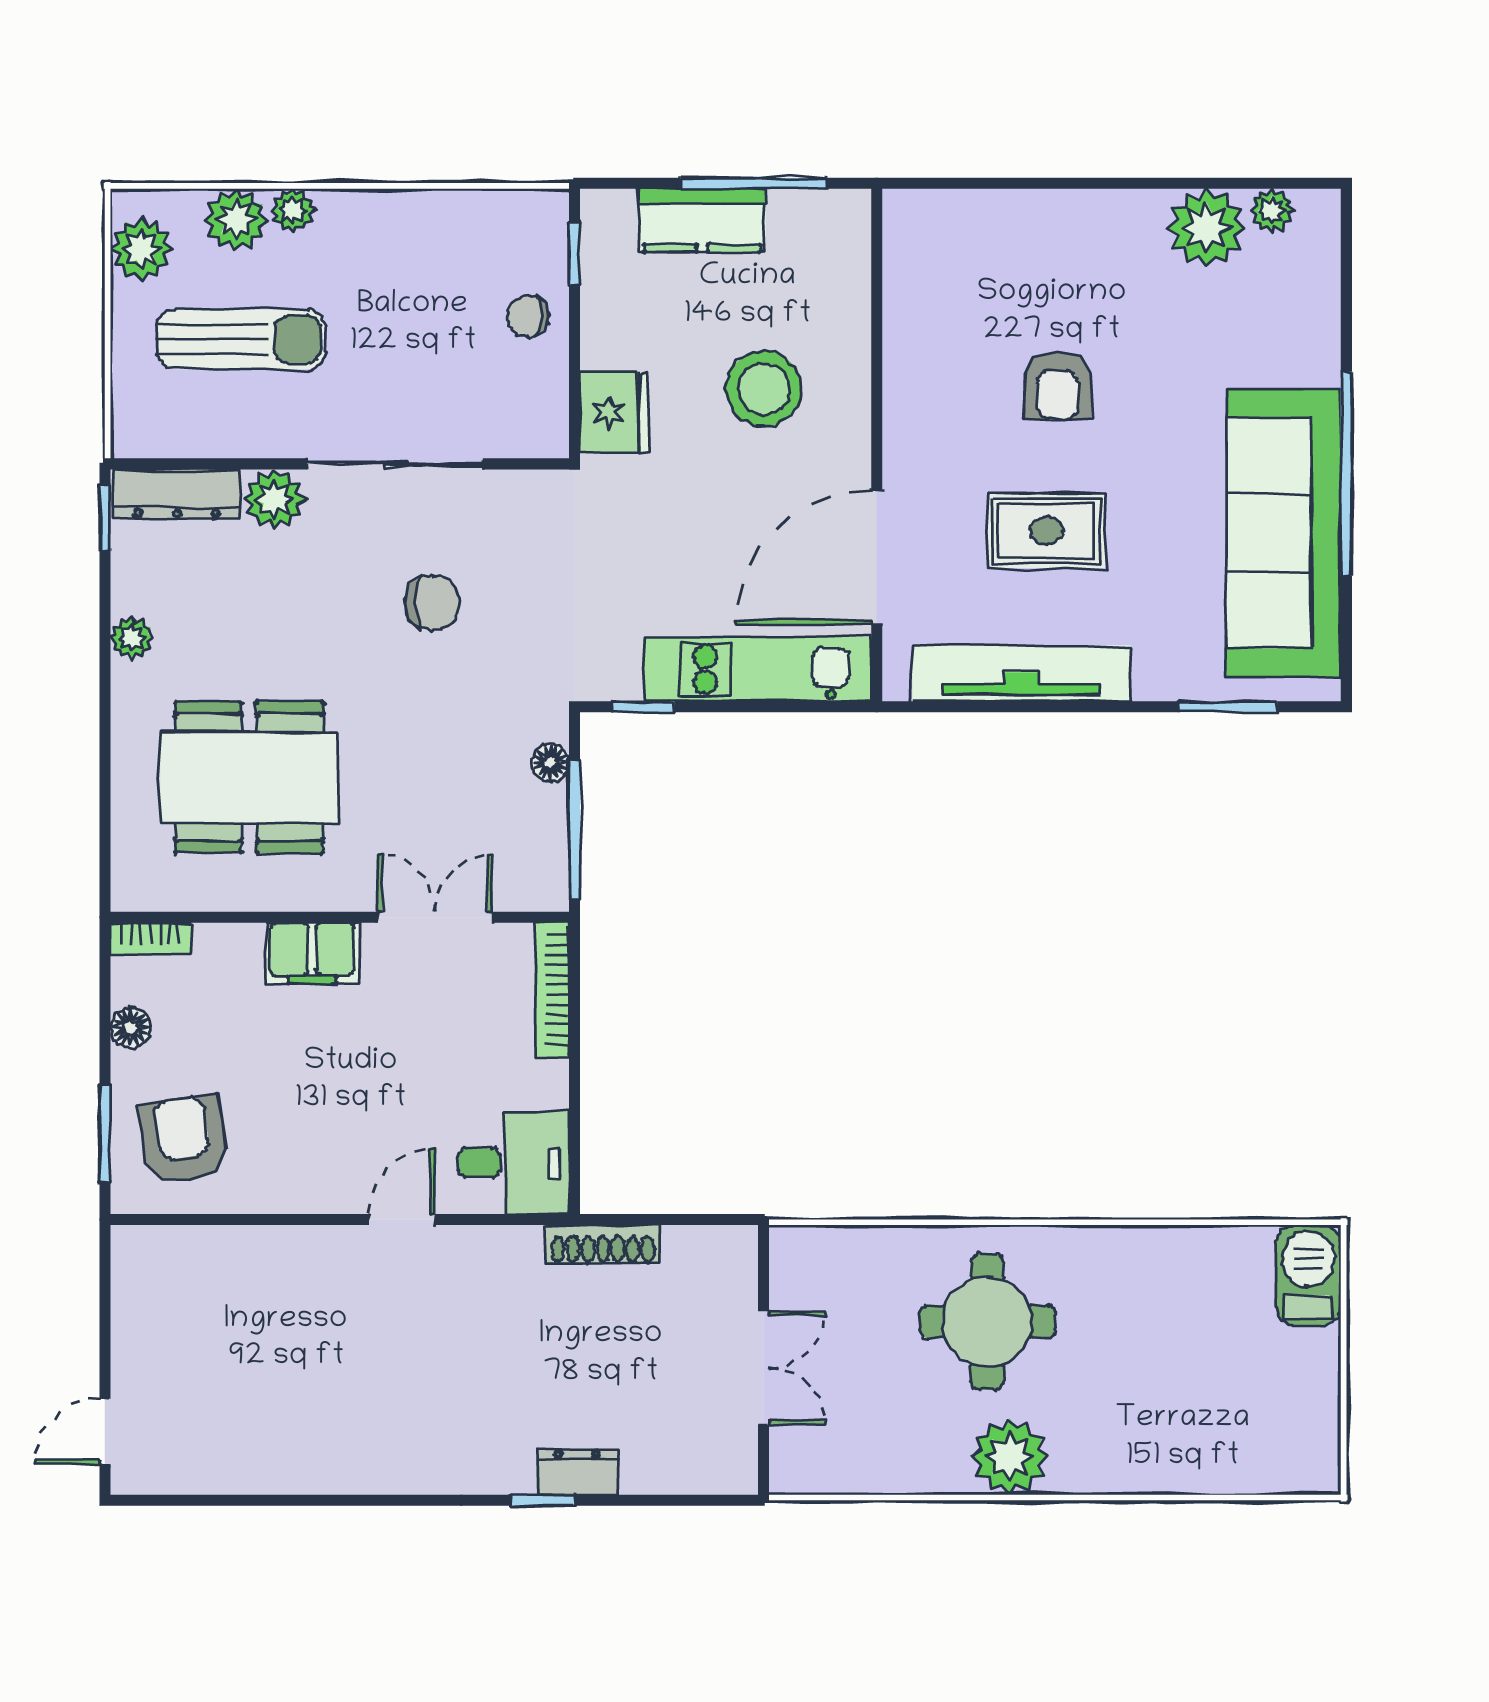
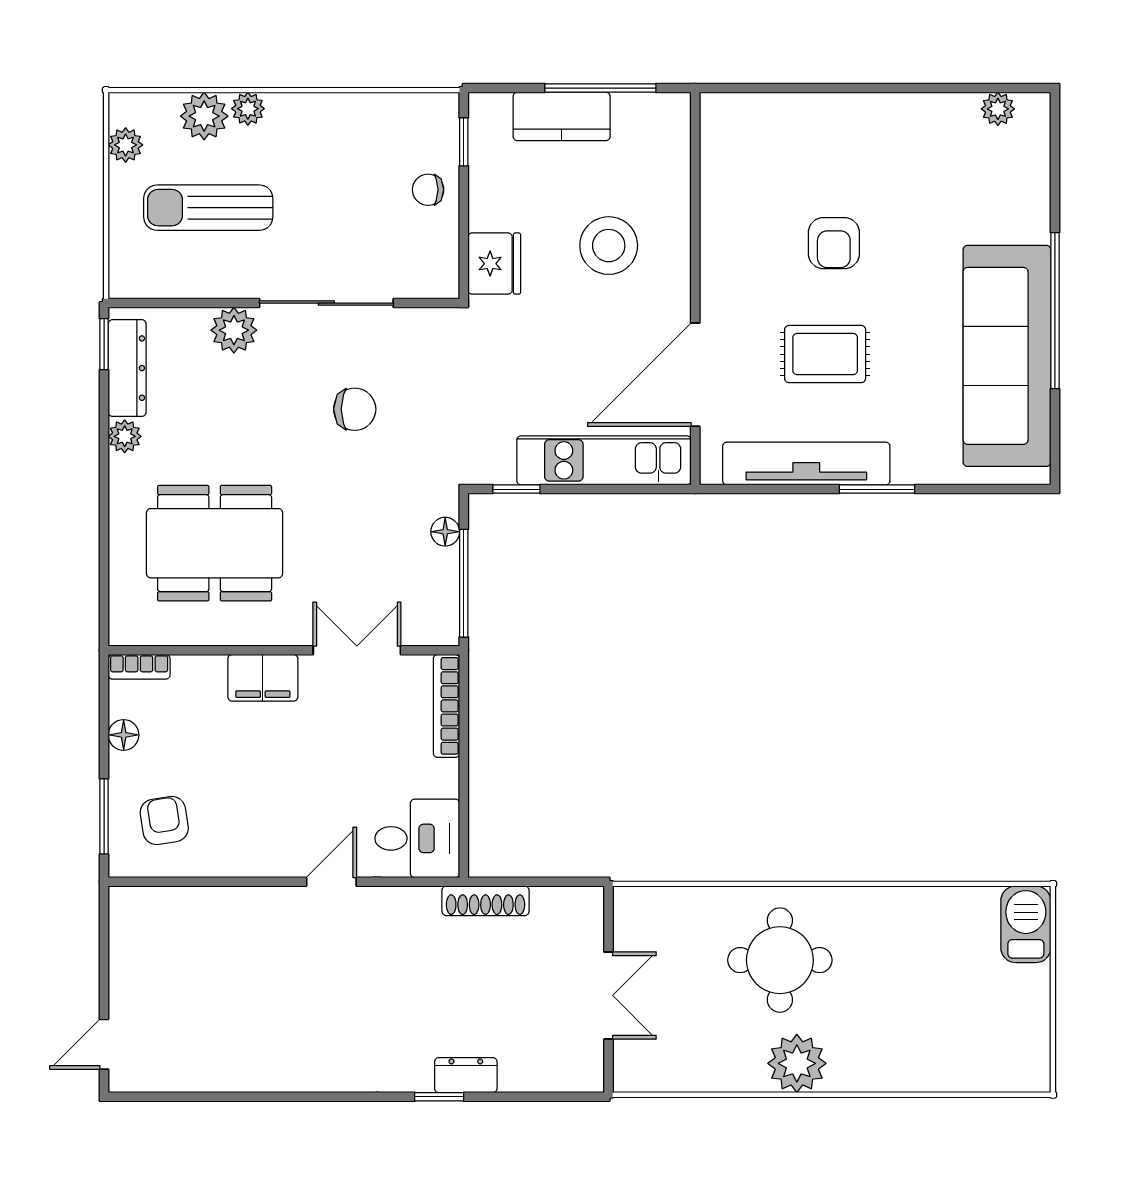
plant: (1206, 228) -> (948, 122), removed
plant: (141, 249) -> (126, 145), width x0.73, depth x0.73
sun lounger: (241, 339) -> (208, 208), turned 180
dresser: (177, 494) -> (127, 368), moved, turned -90
window: (1228, 707) -> (877, 489), moved
armchair: (183, 1139) -> (164, 820), width x0.72, depth x0.72

